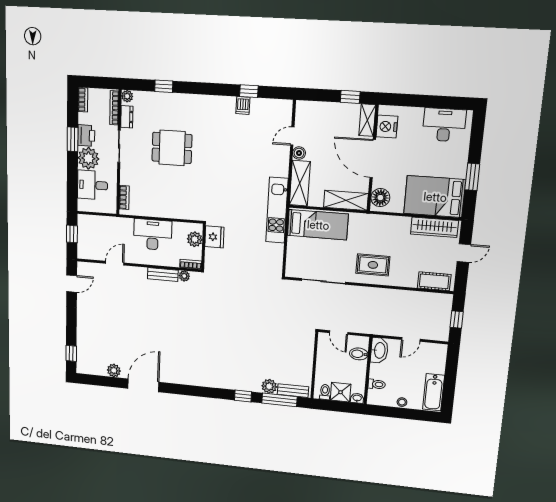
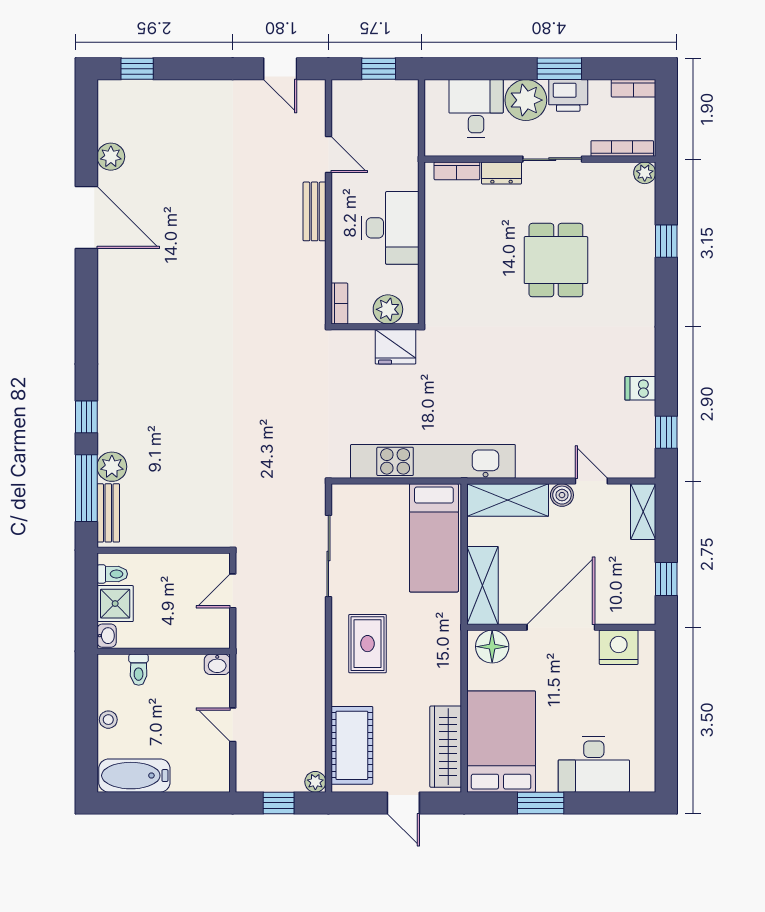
window: (249, 91) -> (666, 432), moved
dresser: (127, 117) -> (502, 173), moved
shelving: (367, 120) -> (643, 512), moved, turned 90
desk: (444, 125) -> (594, 764), moved, turned 90
kitchen unit: (277, 210) -> (433, 461), width x1.36
bench: (163, 274) -> (315, 211), moved
plant: (184, 276) -> (315, 782), moved
cot: (434, 281) -> (352, 745), width x1.37, depth x1.34
washbasin: (379, 350) -> (217, 664), width x0.52, depth x0.69
bidet: (359, 354) -> (195, 632), removed

